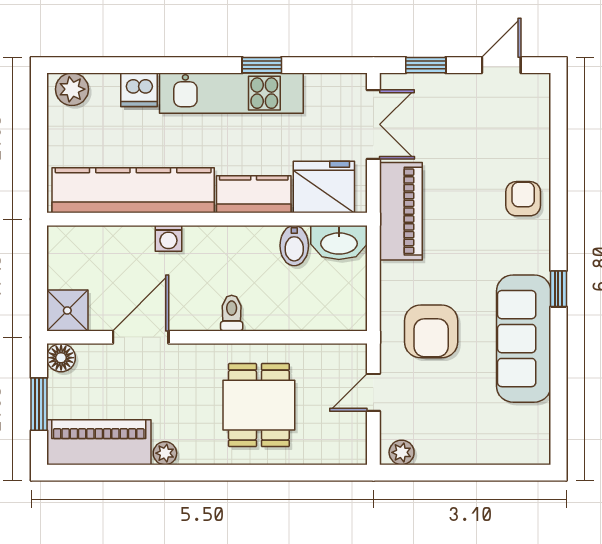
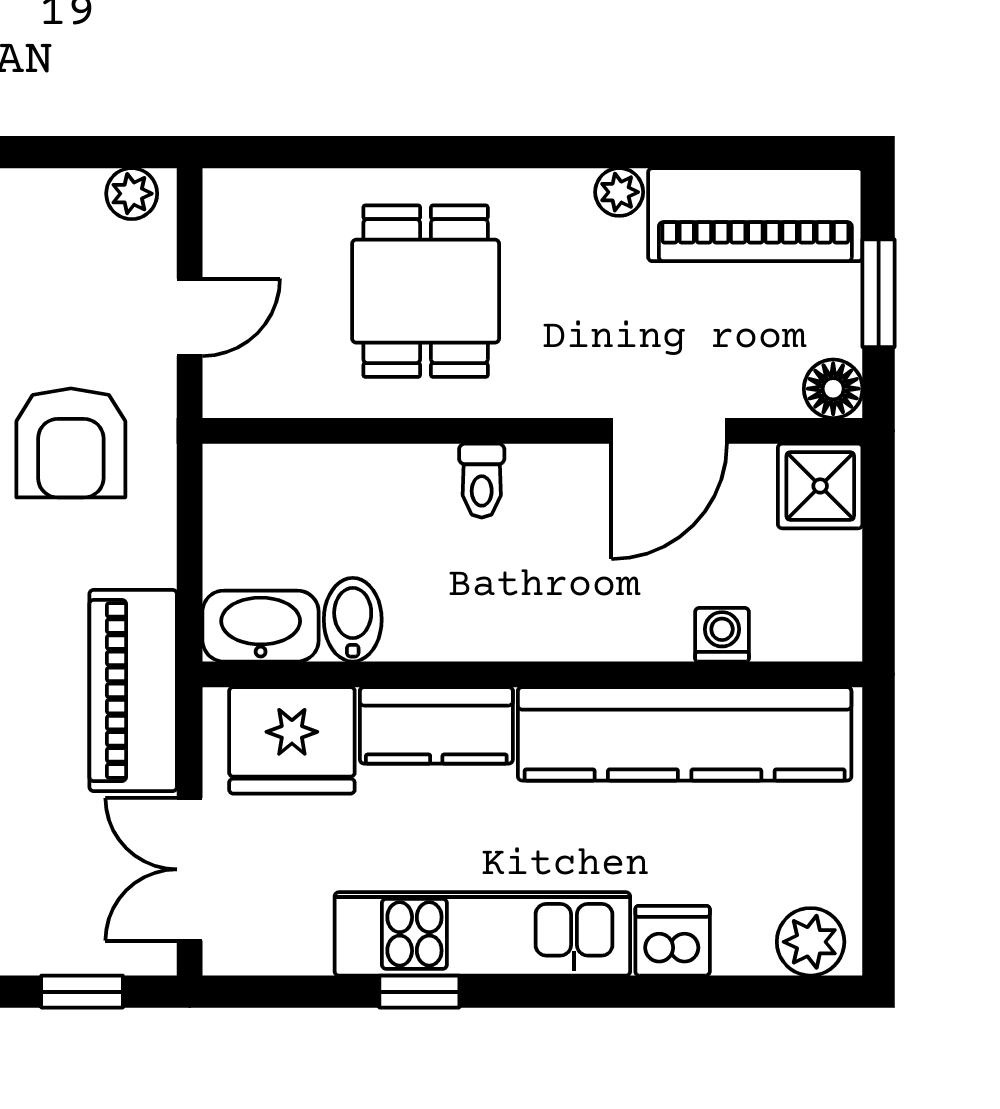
washing machine: (168, 238) -> (722, 635), moved
armchair: (431, 331) -> (71, 443), turned 180

